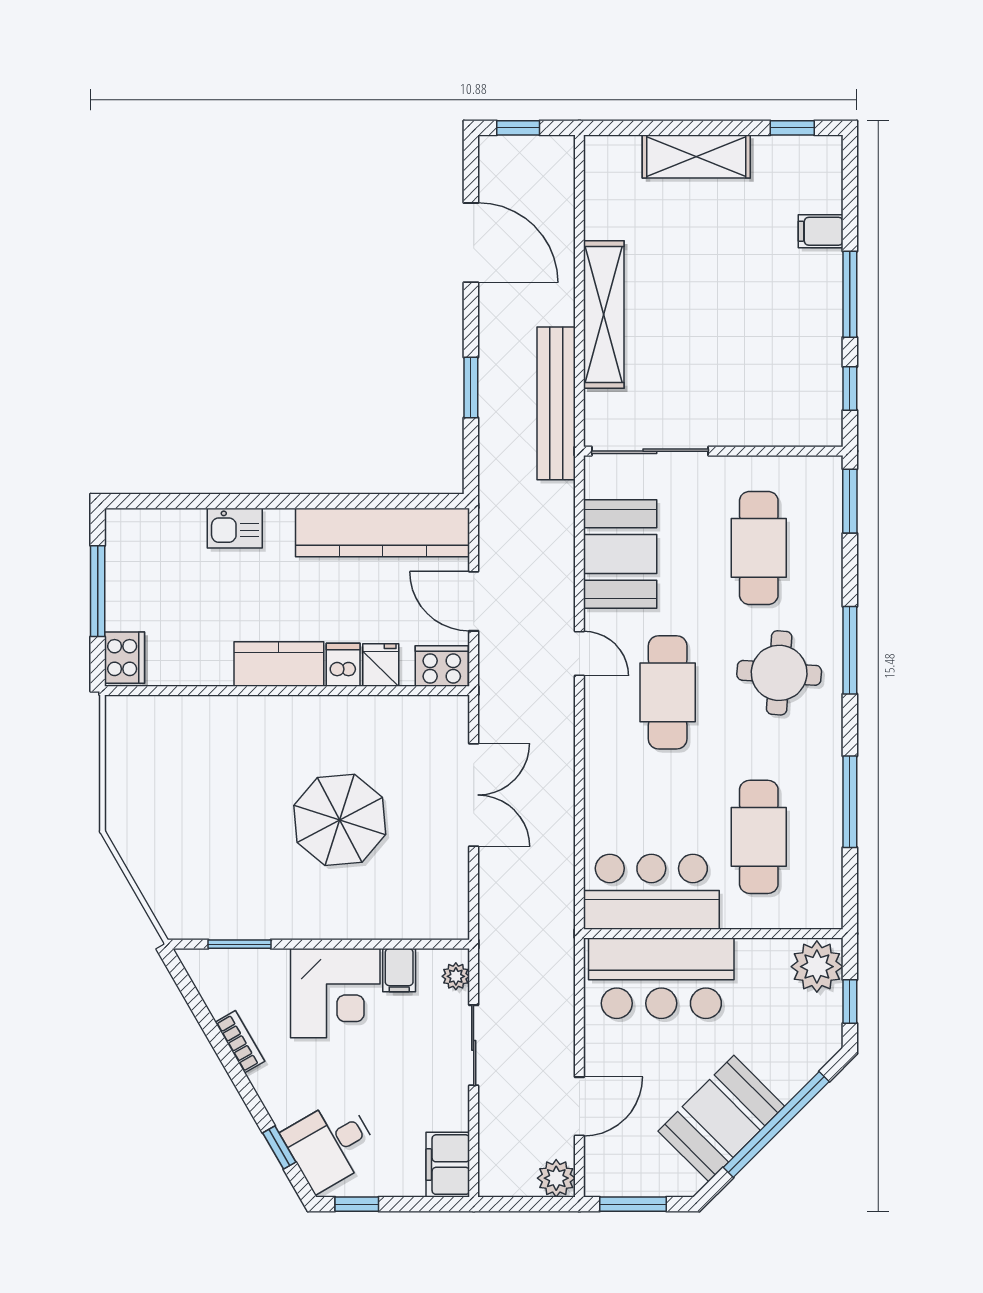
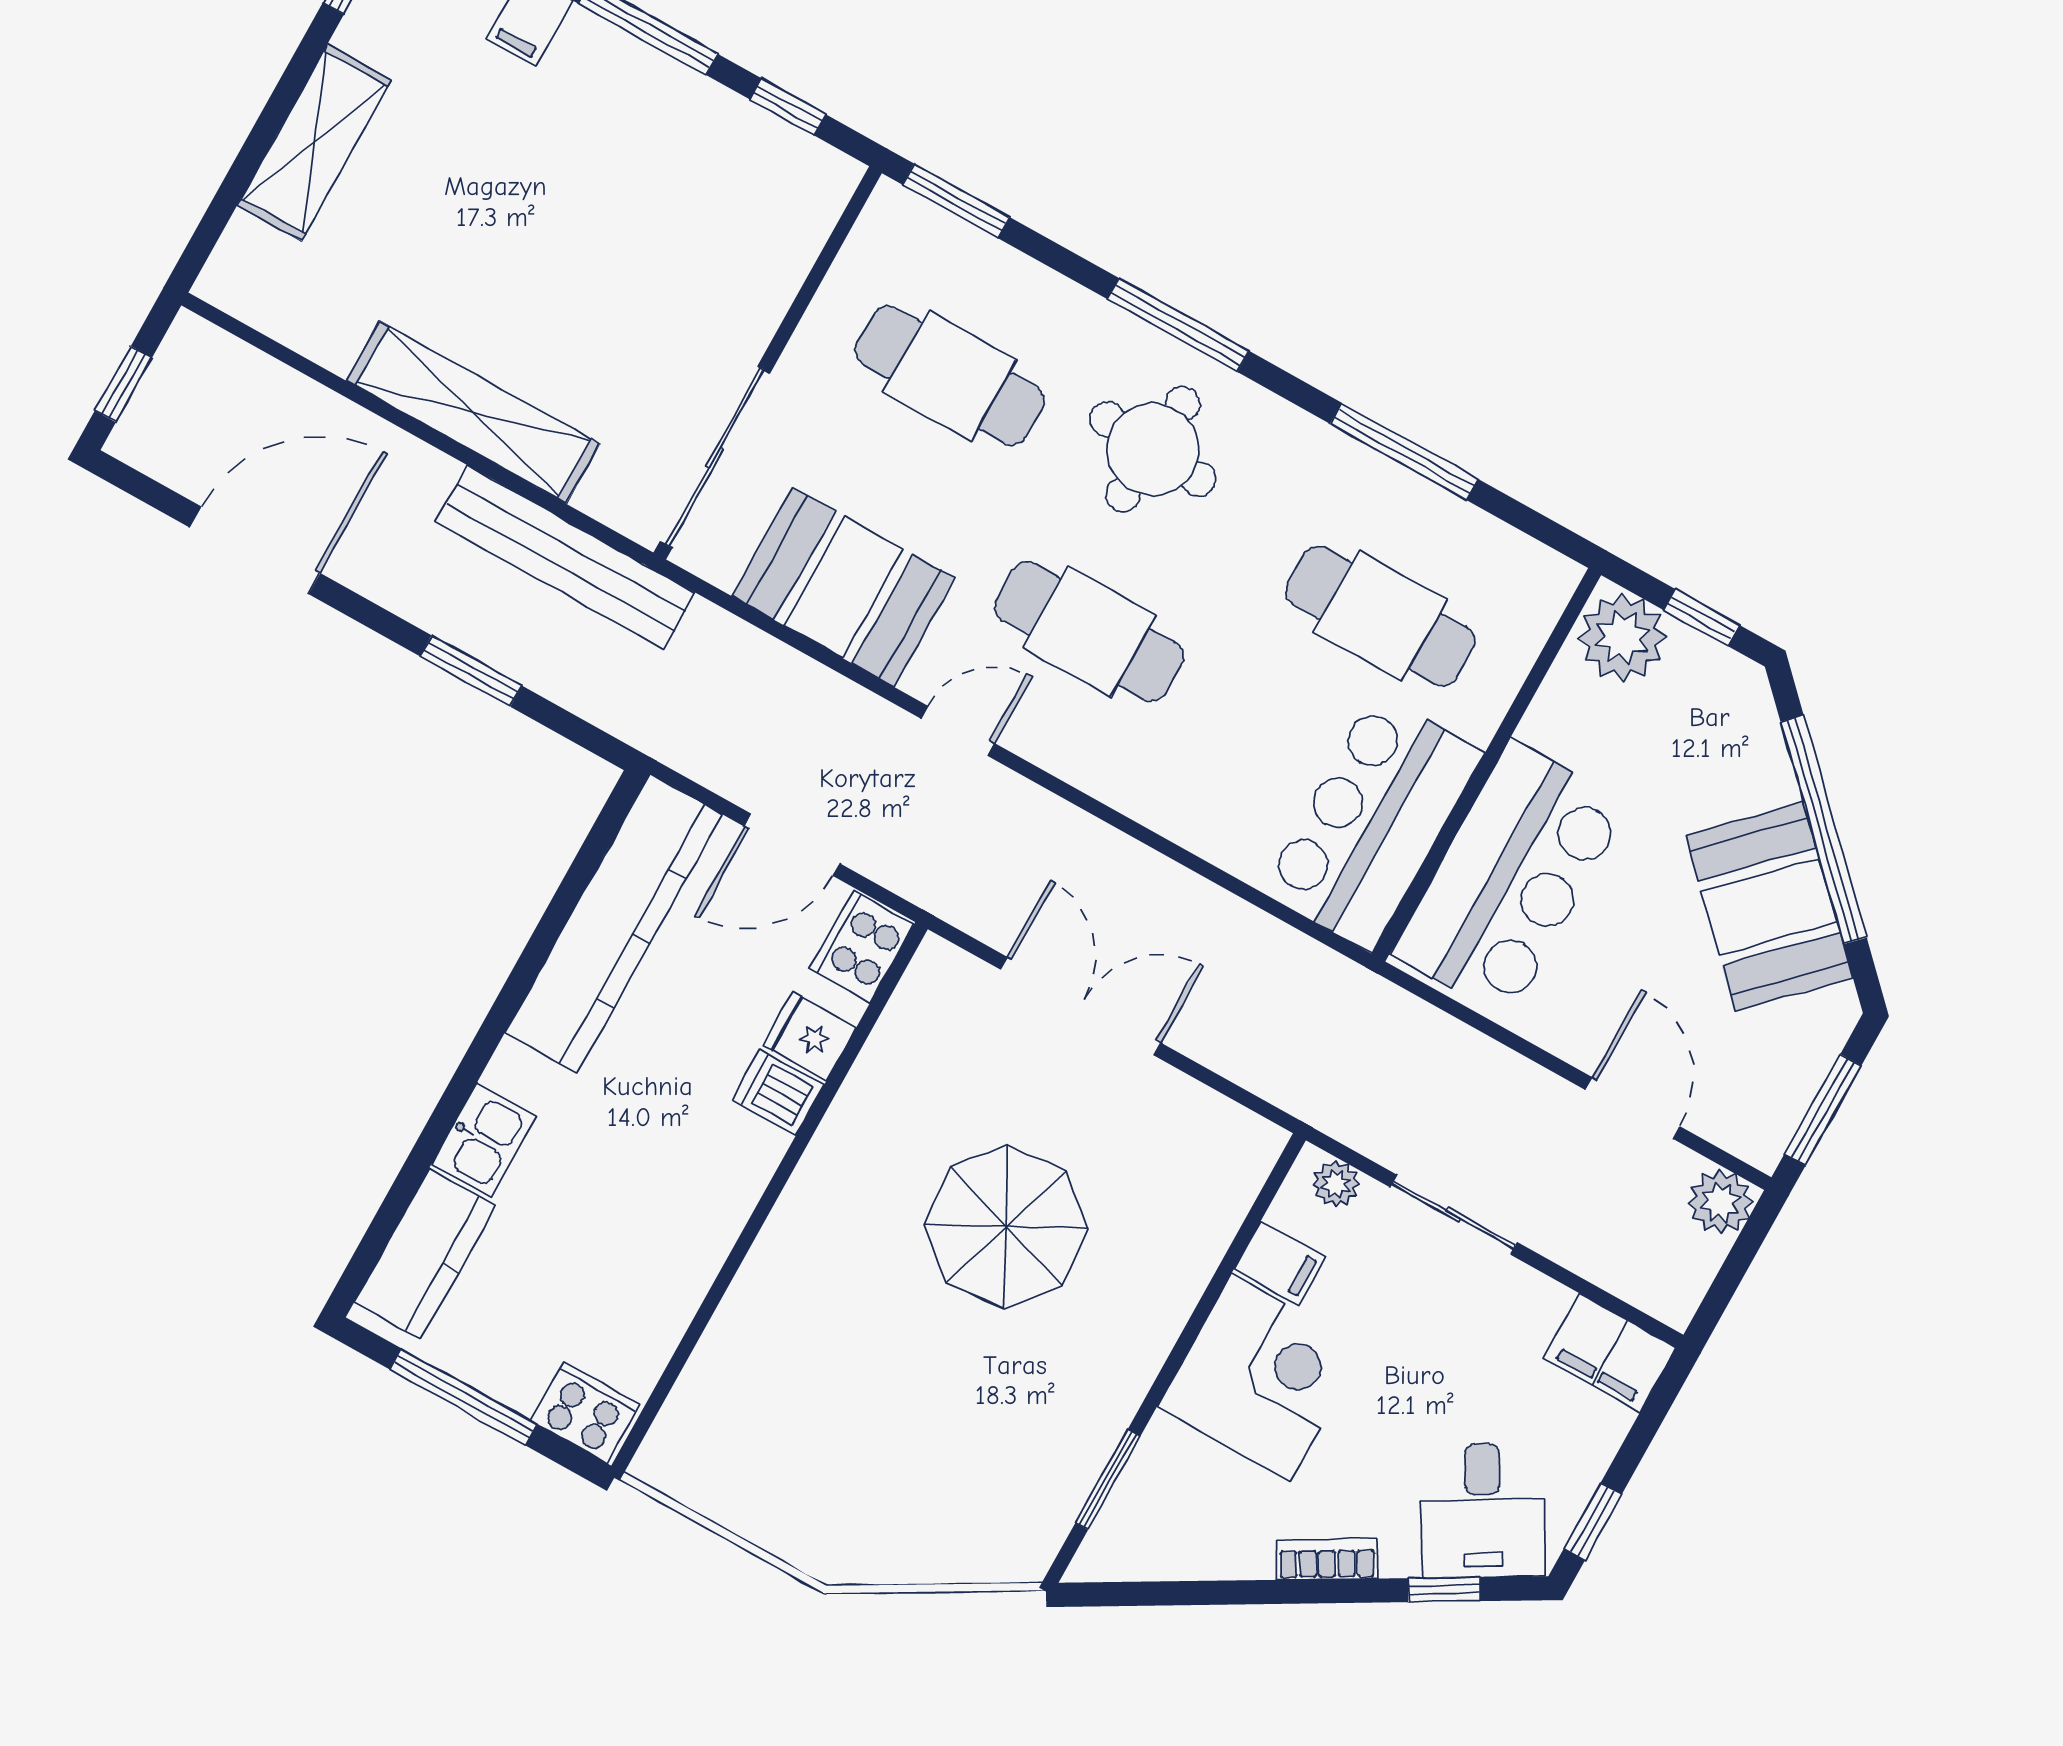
kitchen counter: (279, 664) -> (425, 1254), moved, turned 180
bookcase: (240, 1042) -> (1327, 1559), moved

